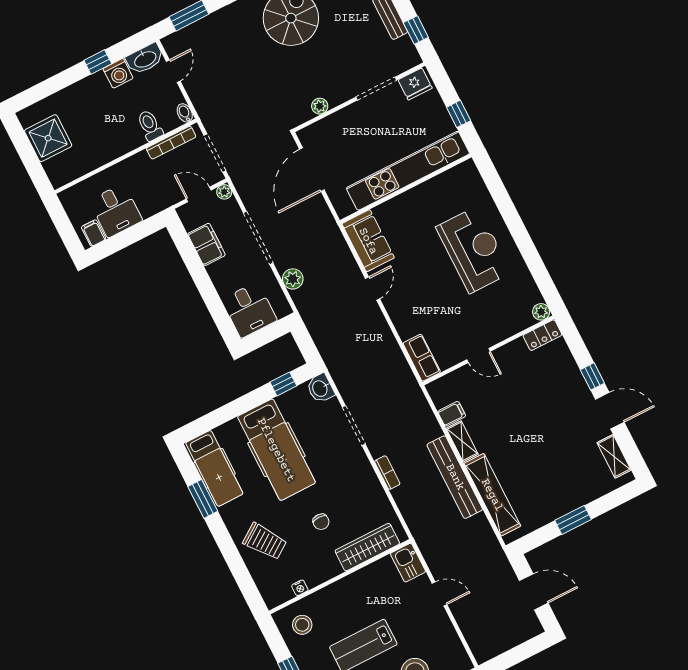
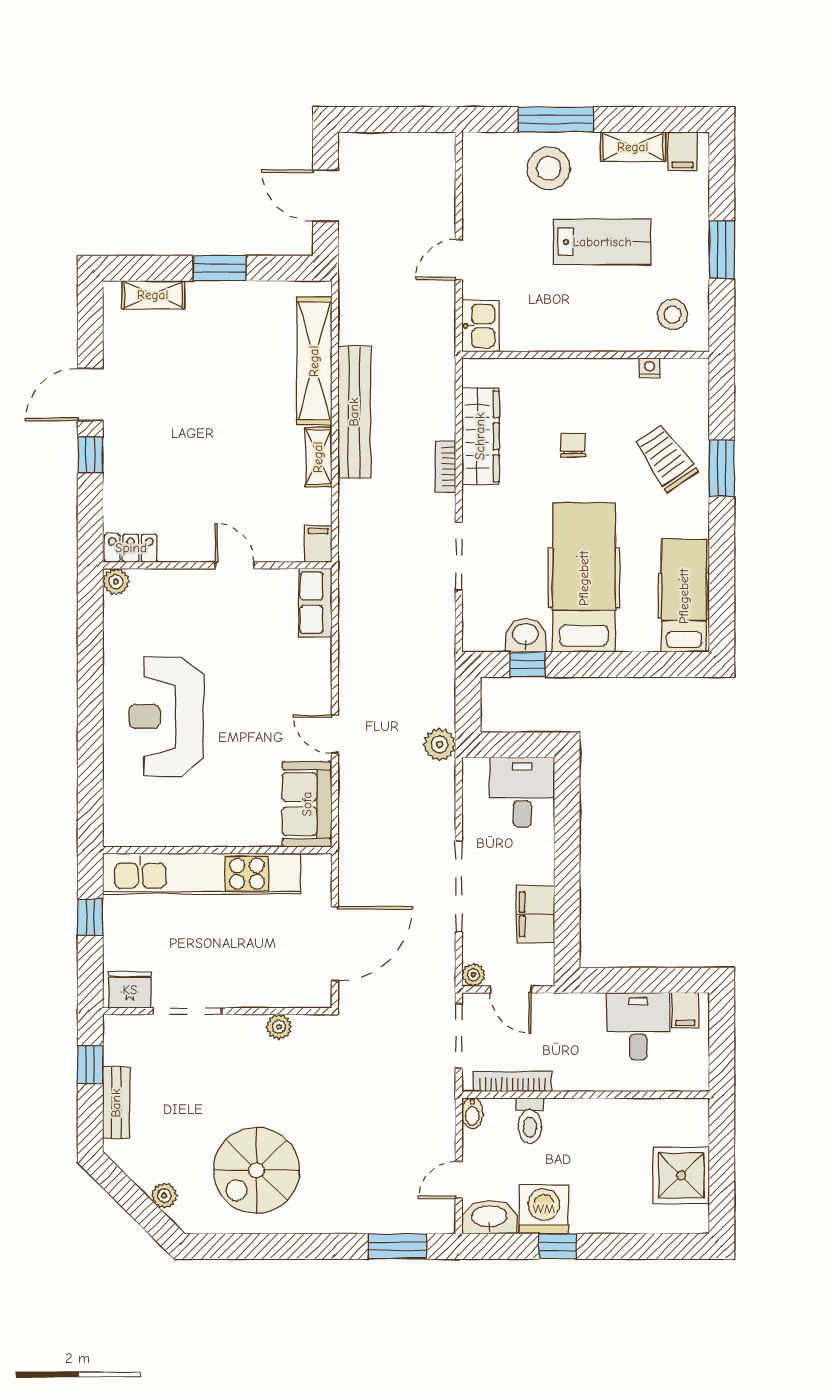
washing machine: (118, 73) -> (544, 1209), width x1.37, depth x1.37
plant: (293, 279) -> (440, 744), moved
door: (373, 289) -> (335, 734), hinge flipped
washbasin: (320, 388) -> (526, 635), moved, turned -90
door: (610, 411) -> (90, 395), hinge flipped
filing cabinet: (452, 414) -> (318, 544), moved, turned 90
shelving: (614, 456) -> (153, 295), moved, turned 90
window: (203, 499) -> (722, 468), moved
wardrobe: (367, 547) -> (480, 436), moved, turned -90
door: (440, 594) -> (459, 260), hinge flipped

